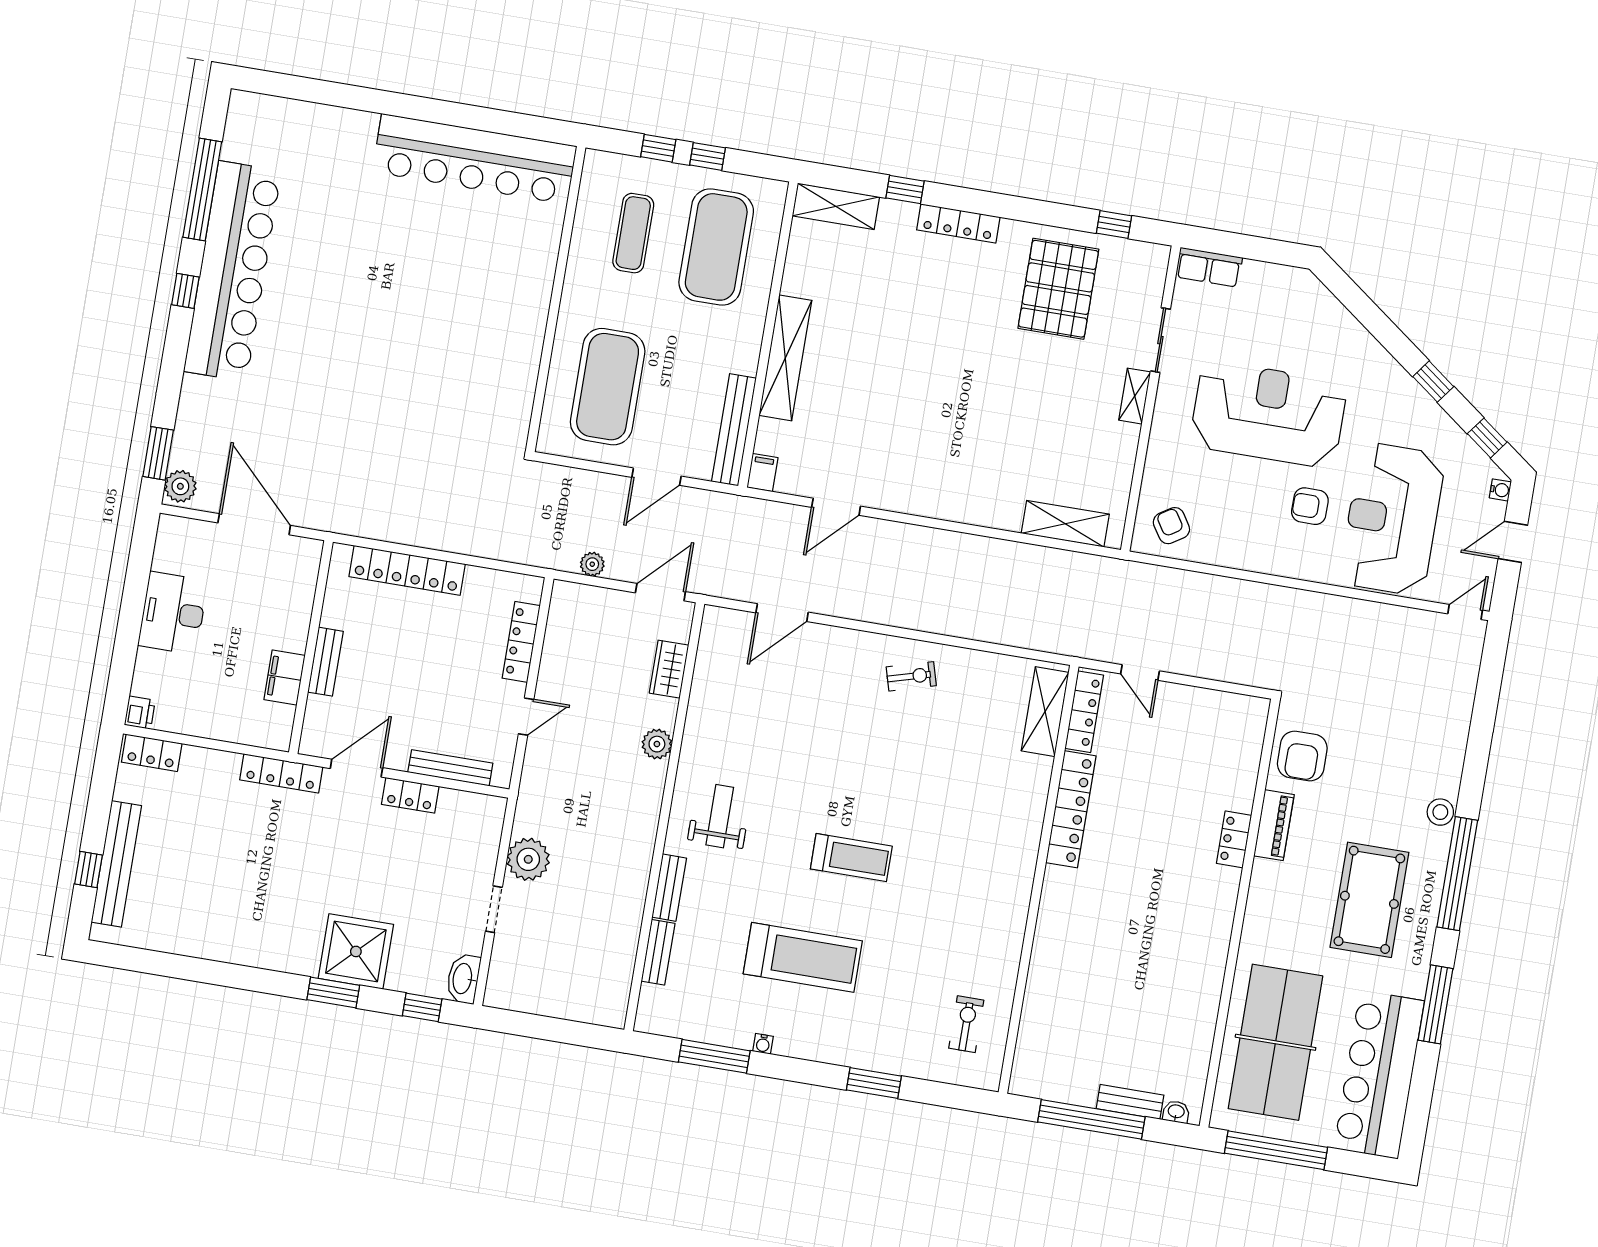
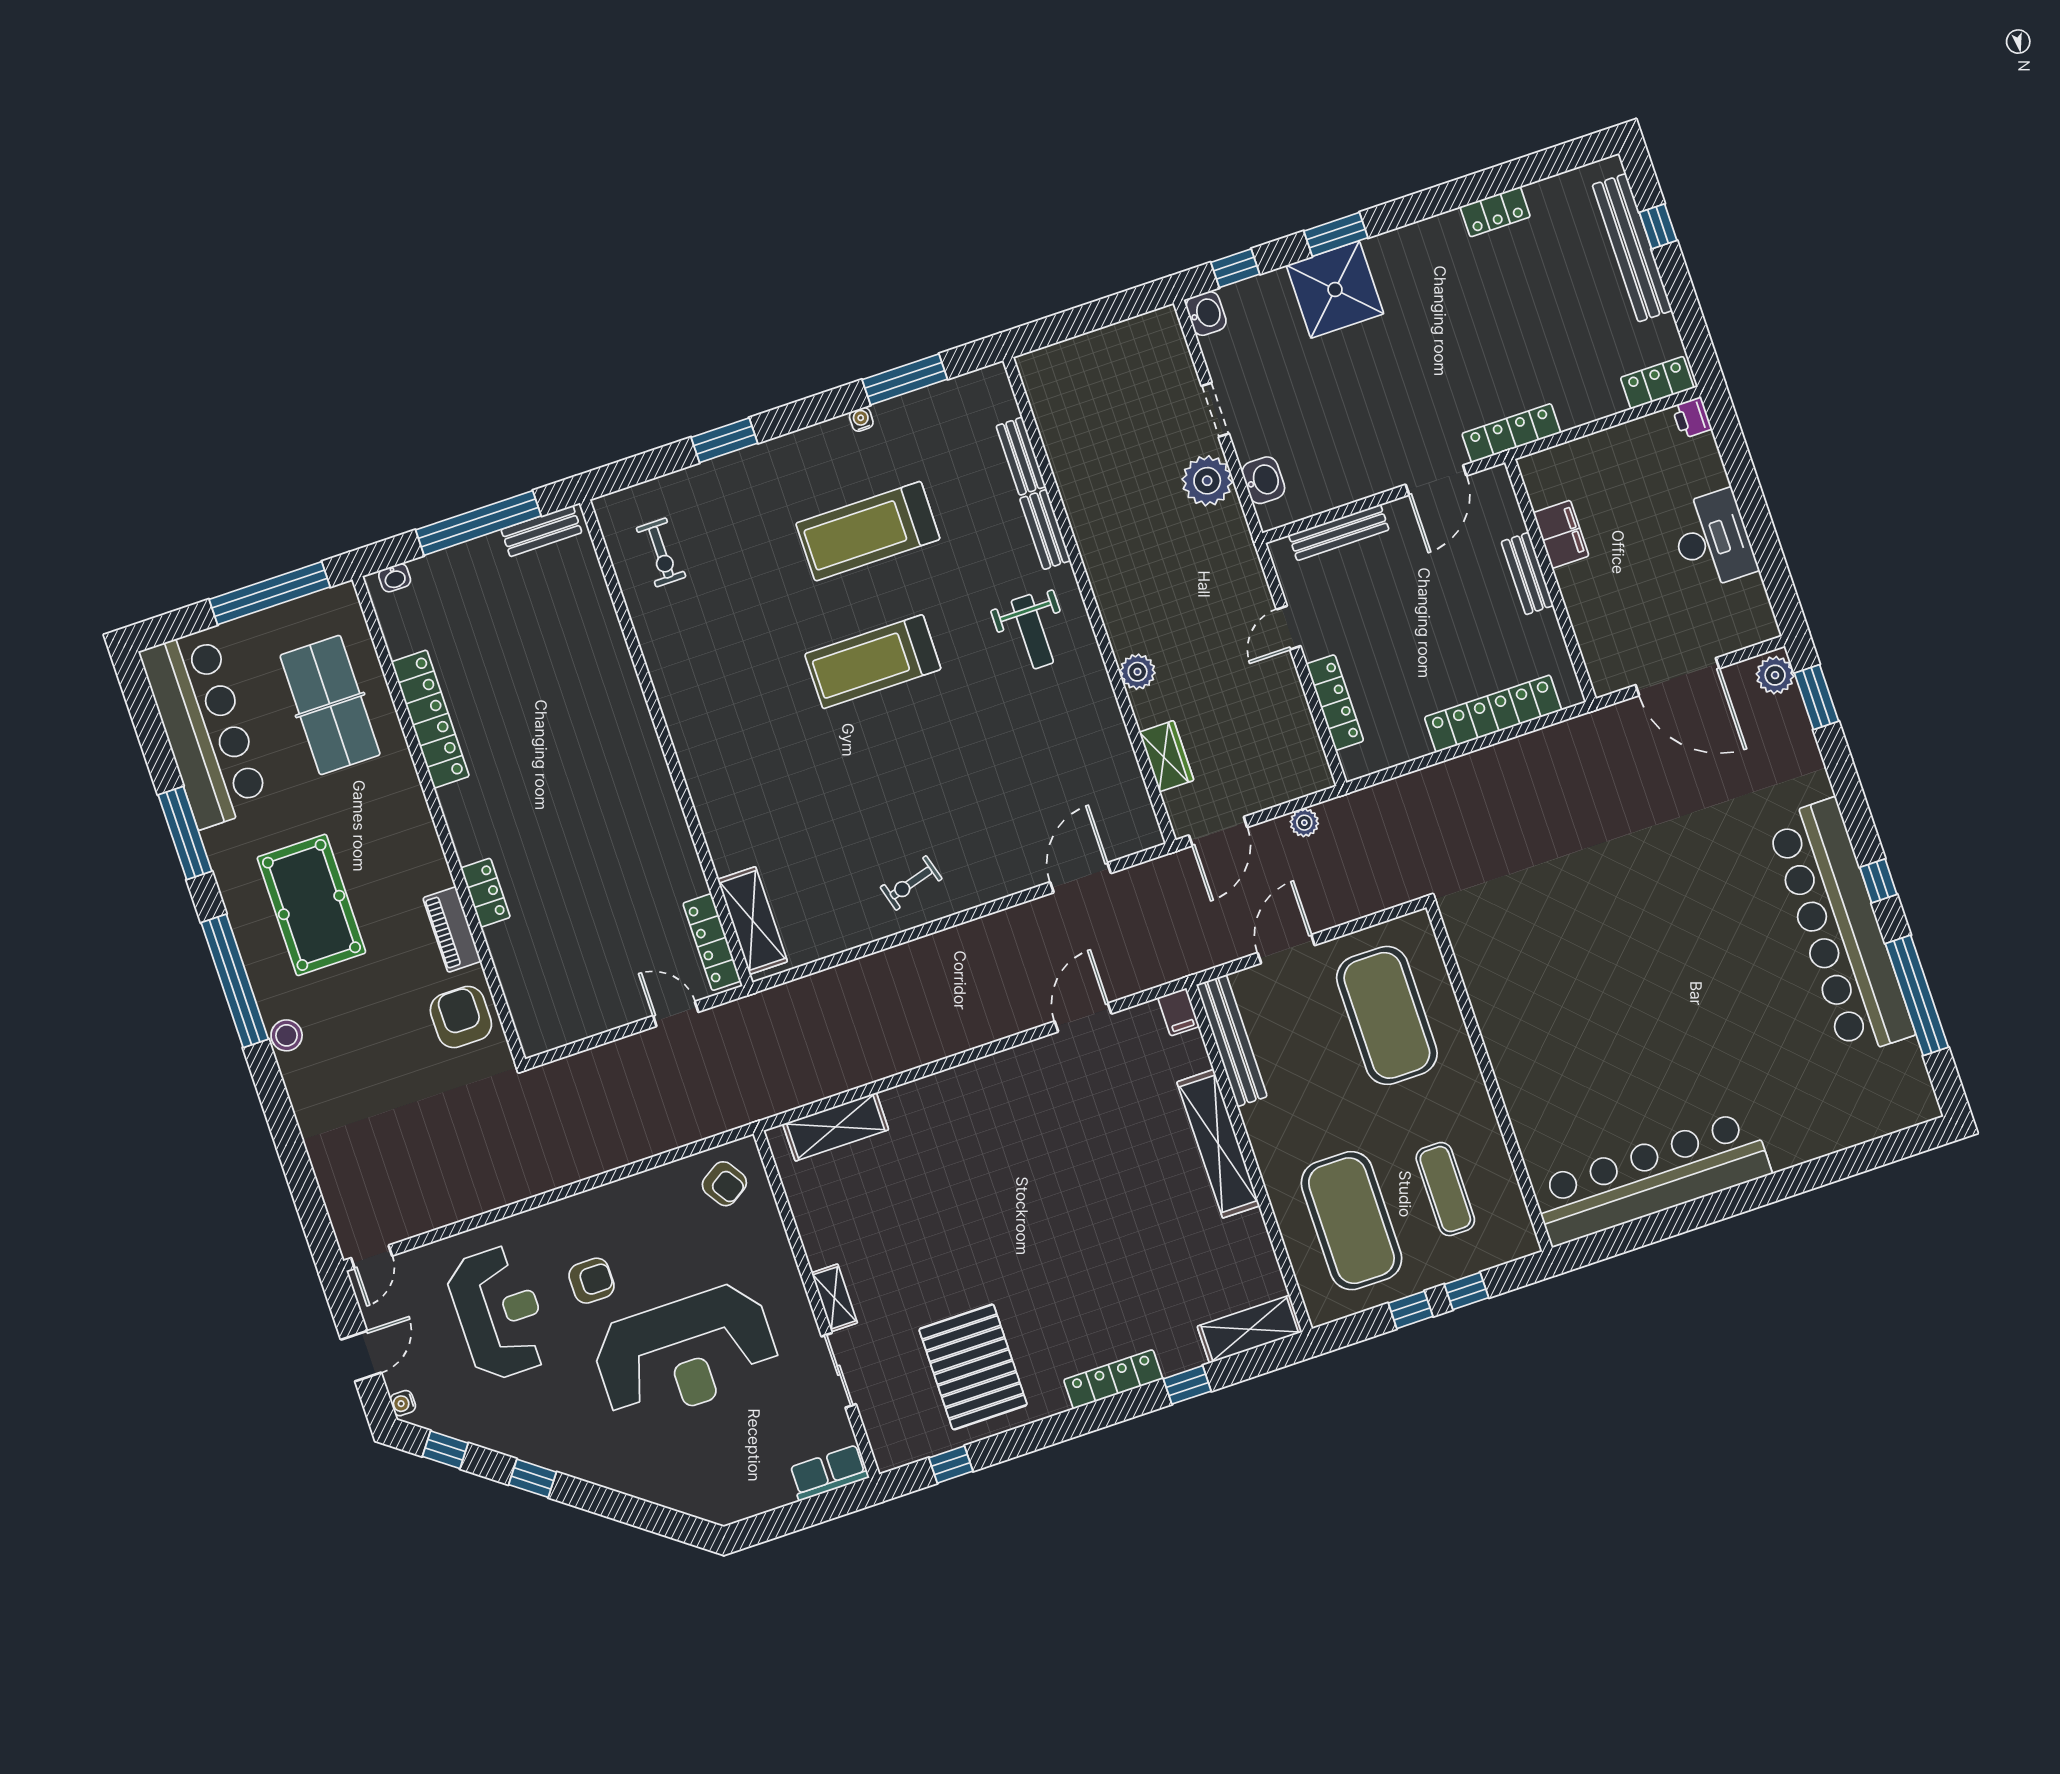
reception desk: (1392, 519) -> (499, 1313), width x0.74, depth x0.77
locker: (410, 795) -> (1495, 212), moved, turned 180
locker: (1071, 809) -> (430, 719), moved, turned 180
washbasin: (486, 837) -> (1263, 480), added
treadmill: (851, 858) -> (873, 662), width x1.37, depth x1.38
washbasin: (463, 979) -> (1206, 313), width x0.72
table tennis table: (1275, 1042) -> (330, 705), width x0.73, depth x0.76
bench: (1130, 1102) -> (541, 531), moved

